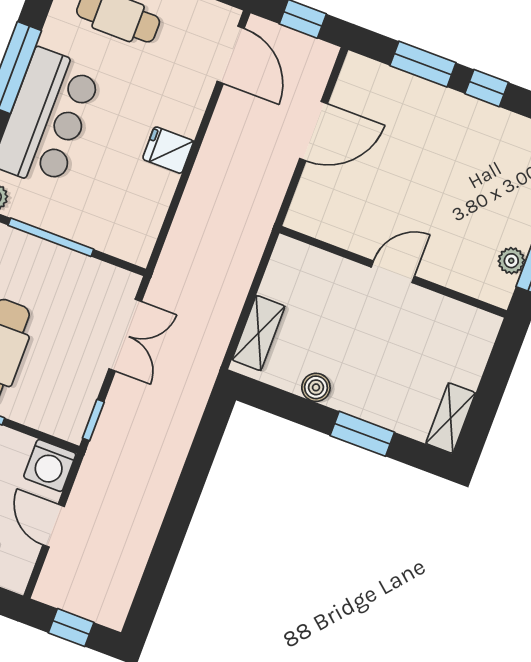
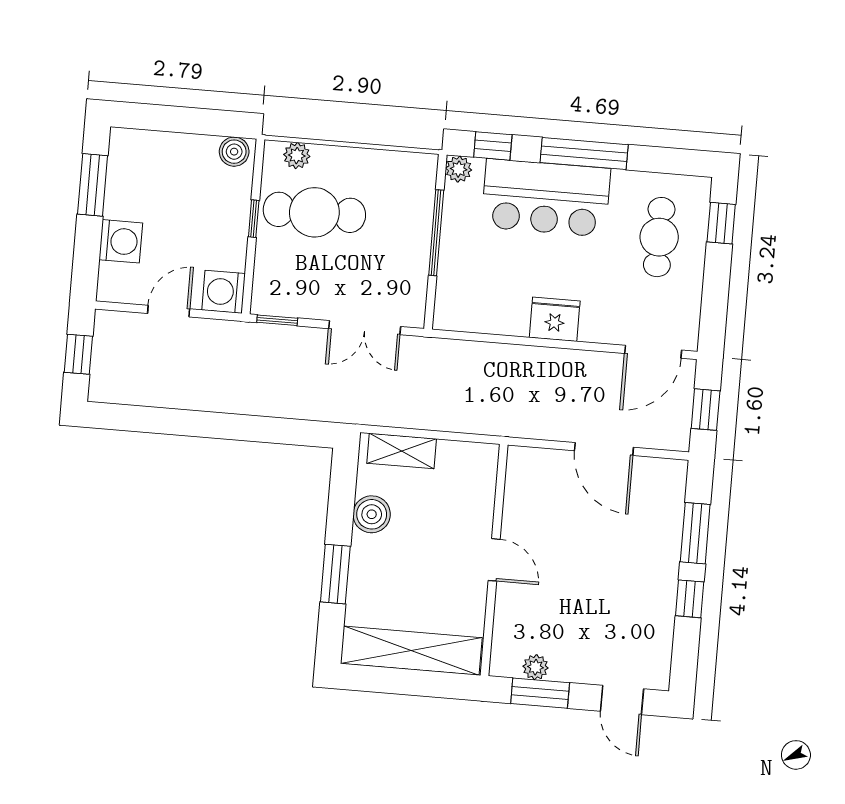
fridge: (168, 150) -> (555, 319), width x1.38
boiler: (316, 387) -> (372, 514), width x1.36, depth x1.36
shelving: (451, 418) -> (411, 651), width x2.20, depth x1.33

